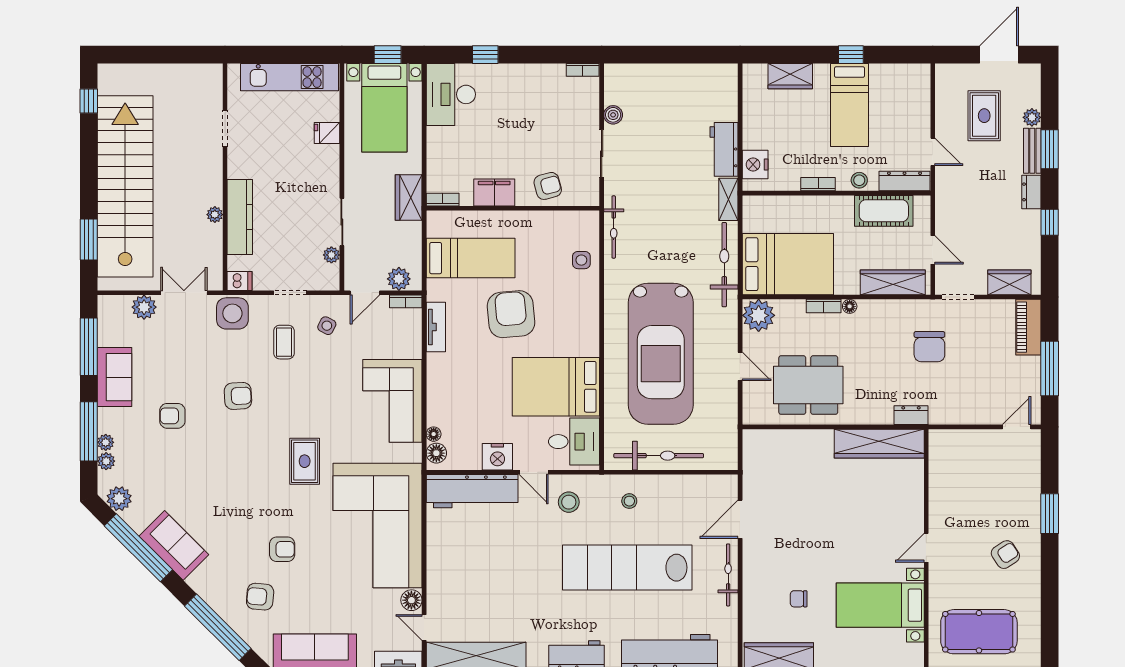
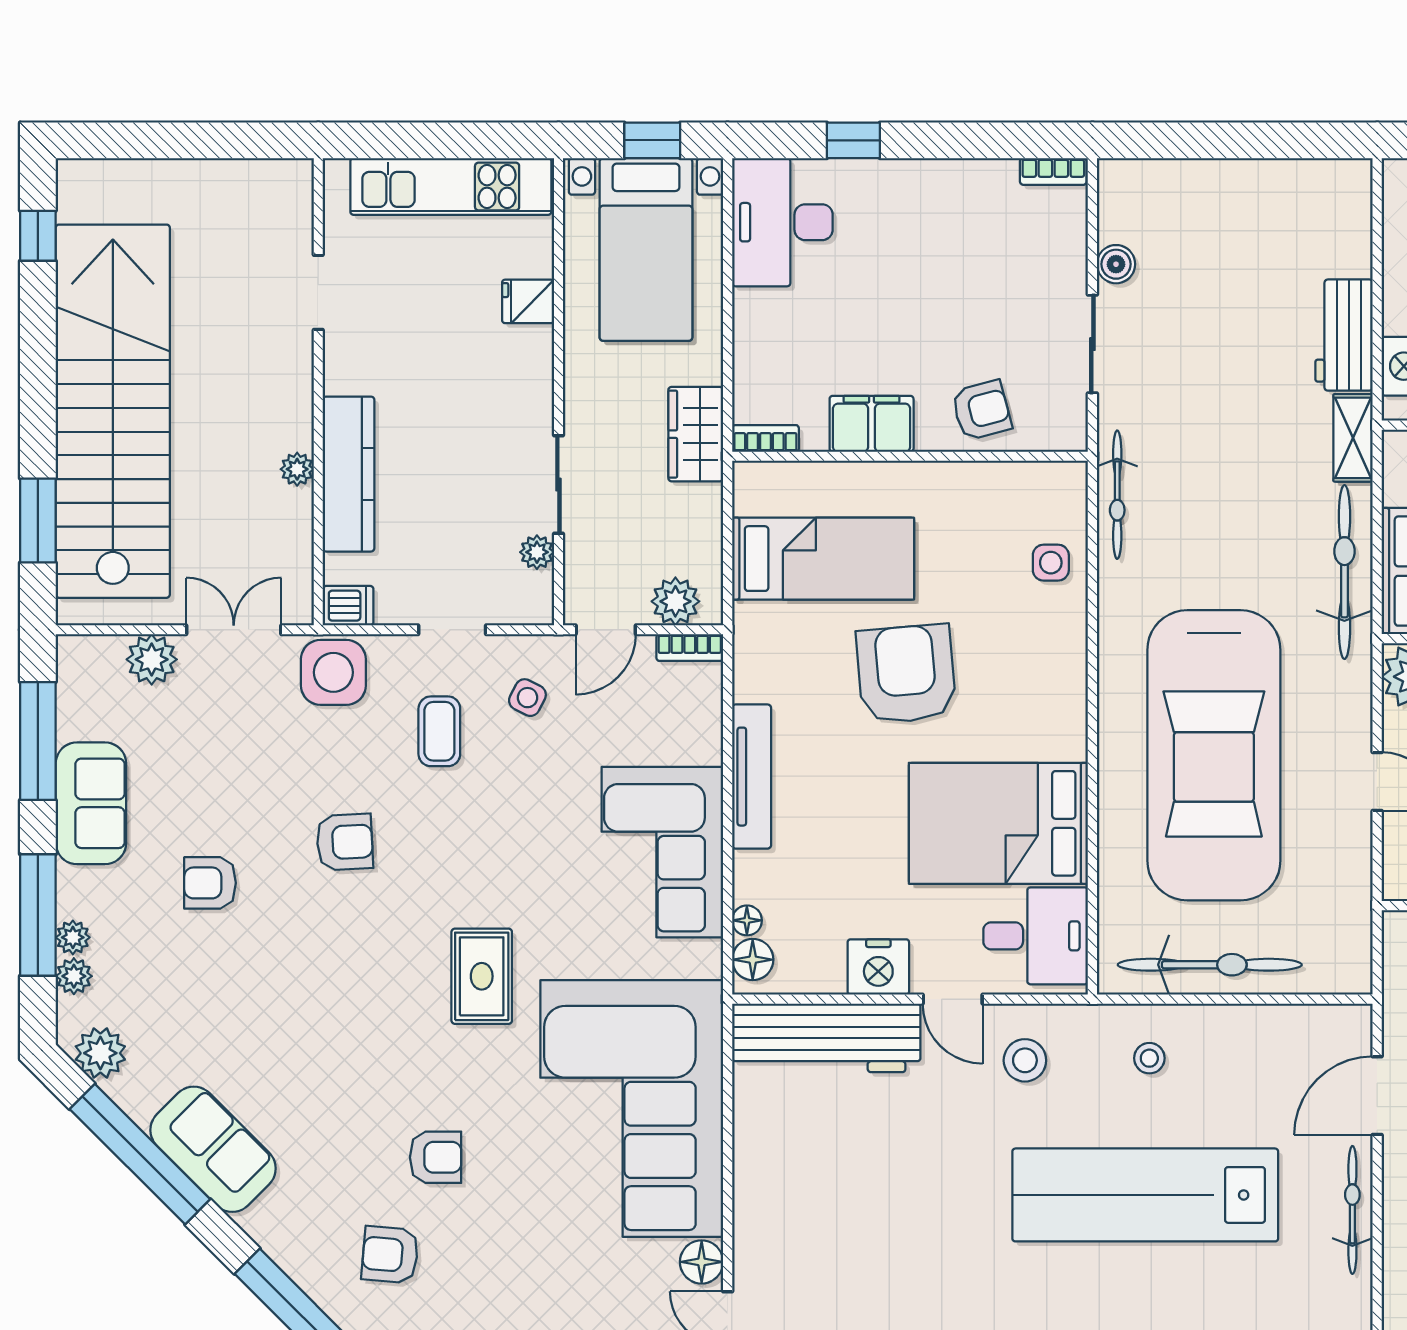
tv unit: (436, 327) -> (752, 777), moved, width x1.41

